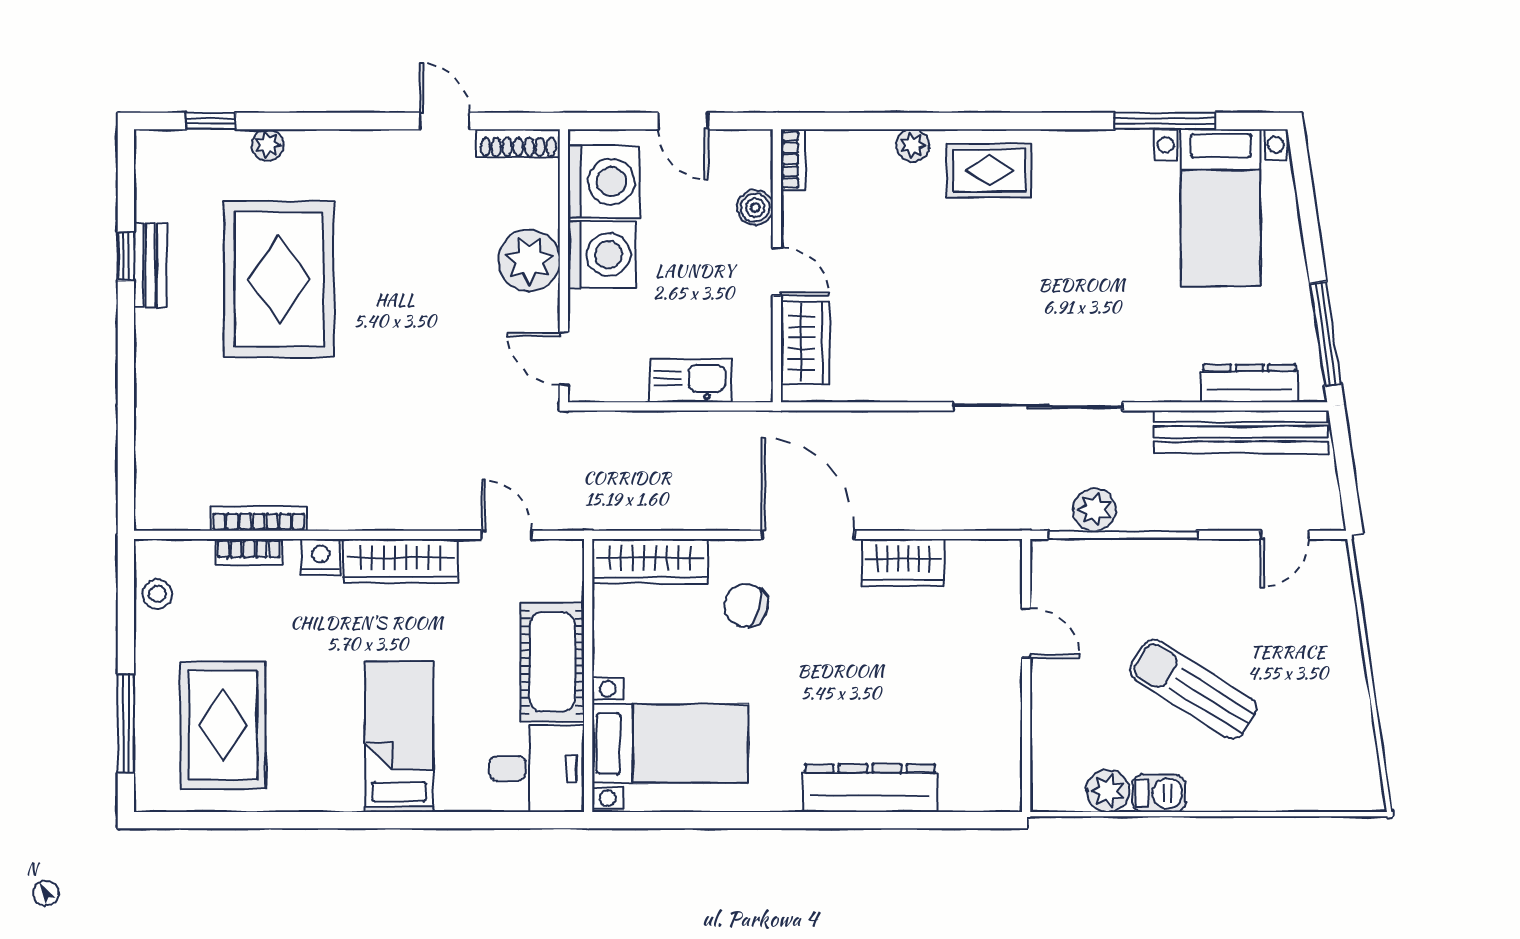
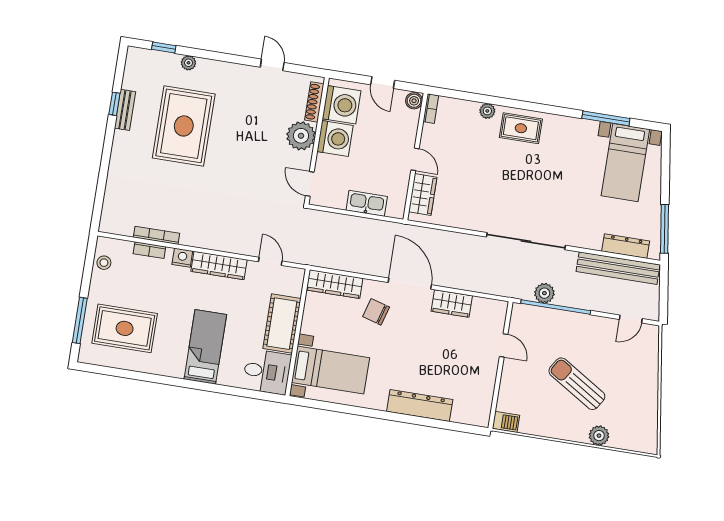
shoe rack: (518, 143) -> (314, 102), moved, turned 90
boiler: (755, 208) -> (414, 101), moved
rug: (223, 725) -> (125, 328), turned 90
plant: (1108, 791) -> (599, 436), moved
barbecue: (1159, 793) -> (506, 422), moved

